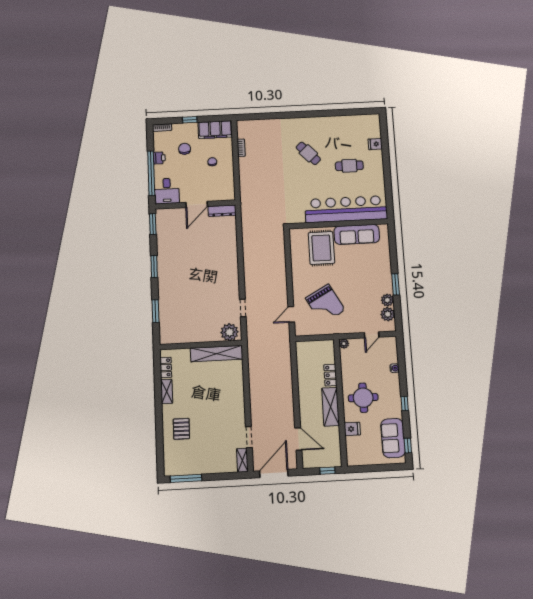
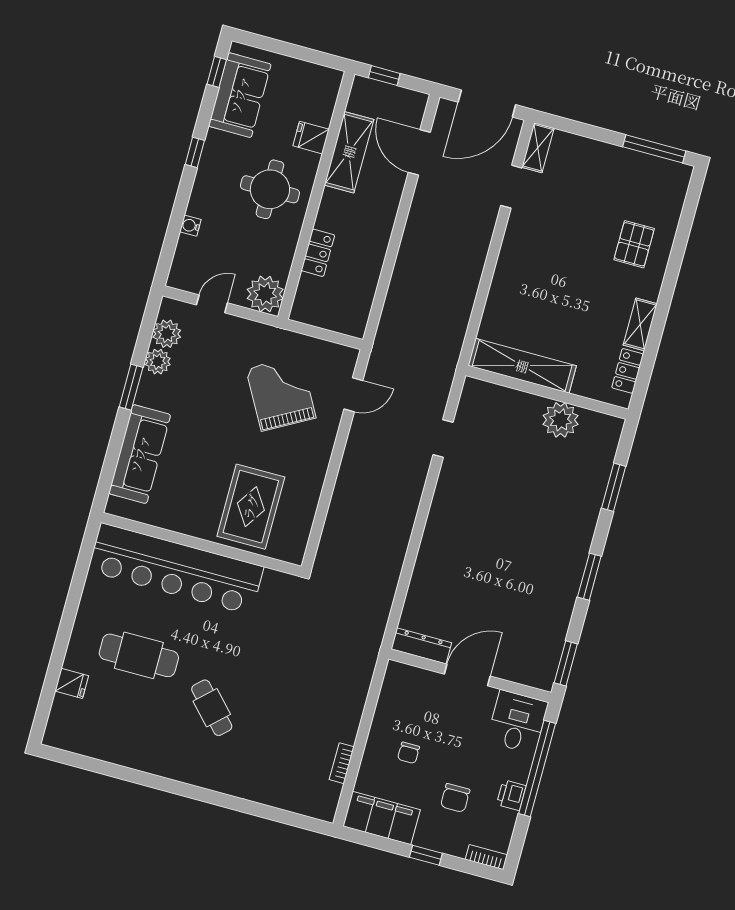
cafe table: (349, 166) -> (139, 655), width x1.37, depth x1.35
sofa: (357, 234) -> (140, 454), moved, turned 90
plant: (229, 332) -> (561, 420), moved
plant: (344, 344) -> (265, 294), width x1.88, depth x1.88
shelving: (331, 407) -> (349, 152), moved

